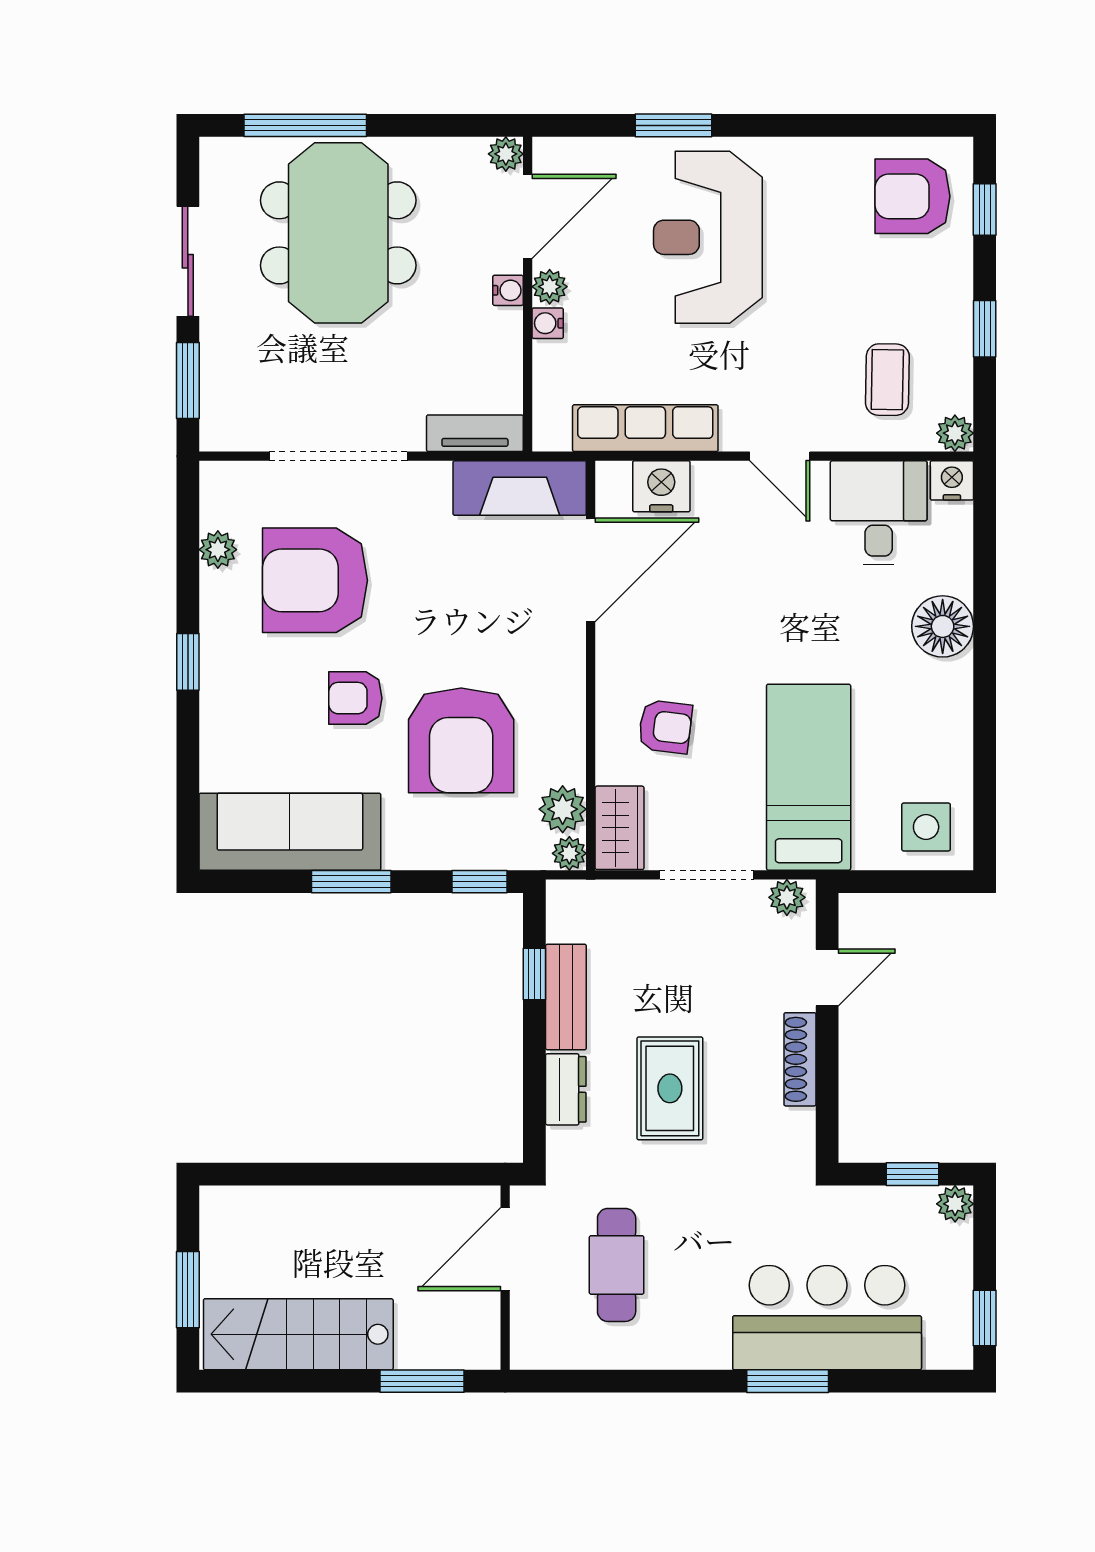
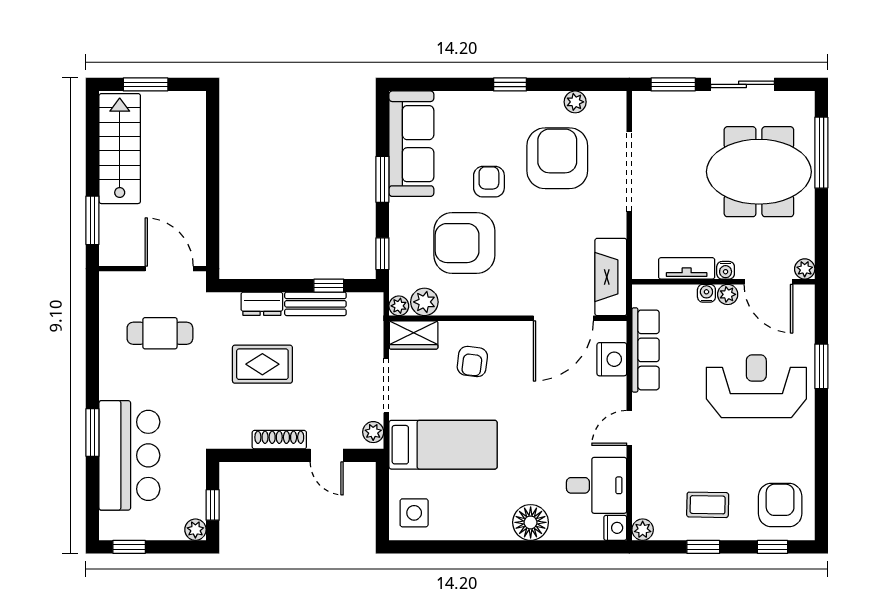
coffee table: (887, 380) -> (708, 505), moved
tv unit: (475, 433) -> (687, 268), moved, turned -90
door: (591, 570) -> (563, 318), hinge flipped

